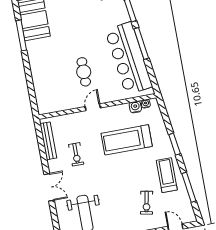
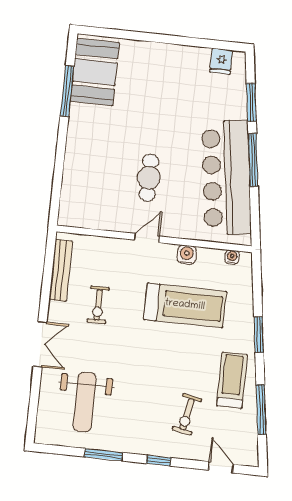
water cooler: (135, 107) -> (187, 255), moved
treadmill: (127, 140) -> (185, 305), turned 180

